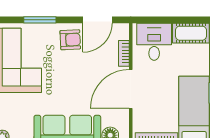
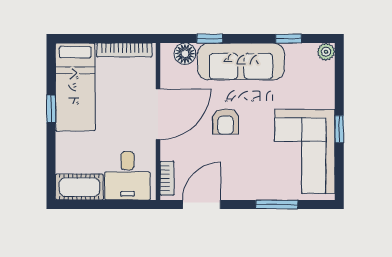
armchair: (70, 40) -> (226, 121), moved, turned -87
bookcase: (124, 53) -> (167, 178), moved

